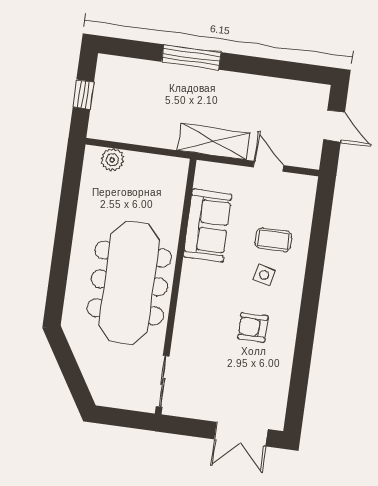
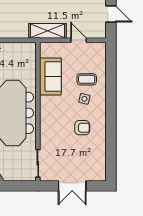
armchair: (253, 327) -> (82, 128), turned 180
double door: (241, 434) -> (72, 186), moved

